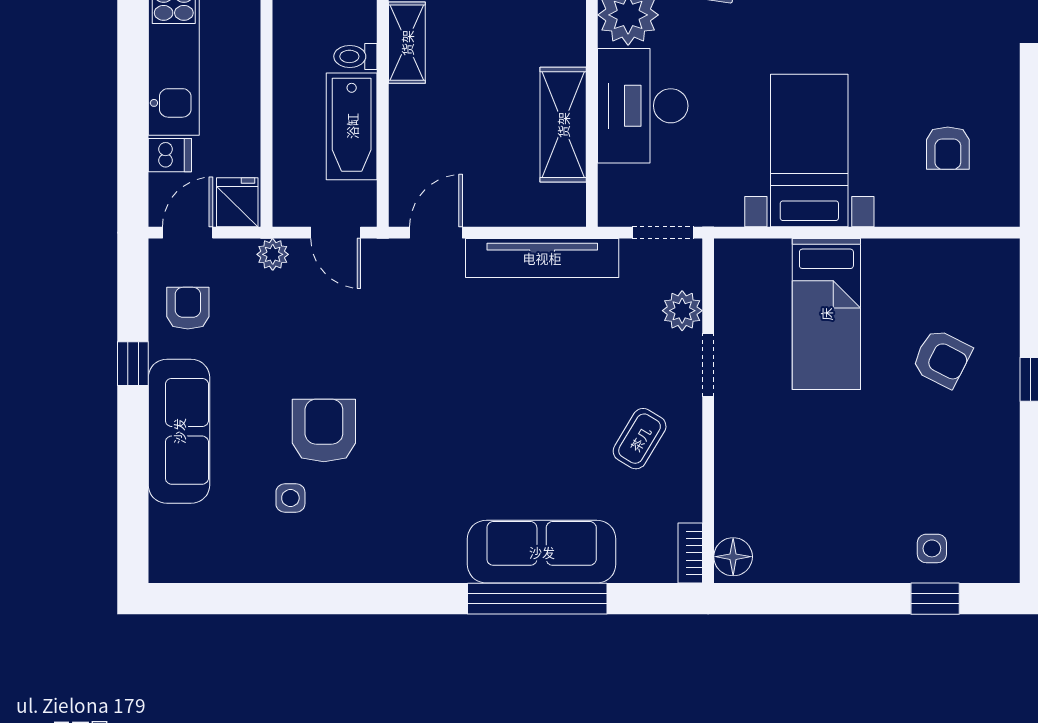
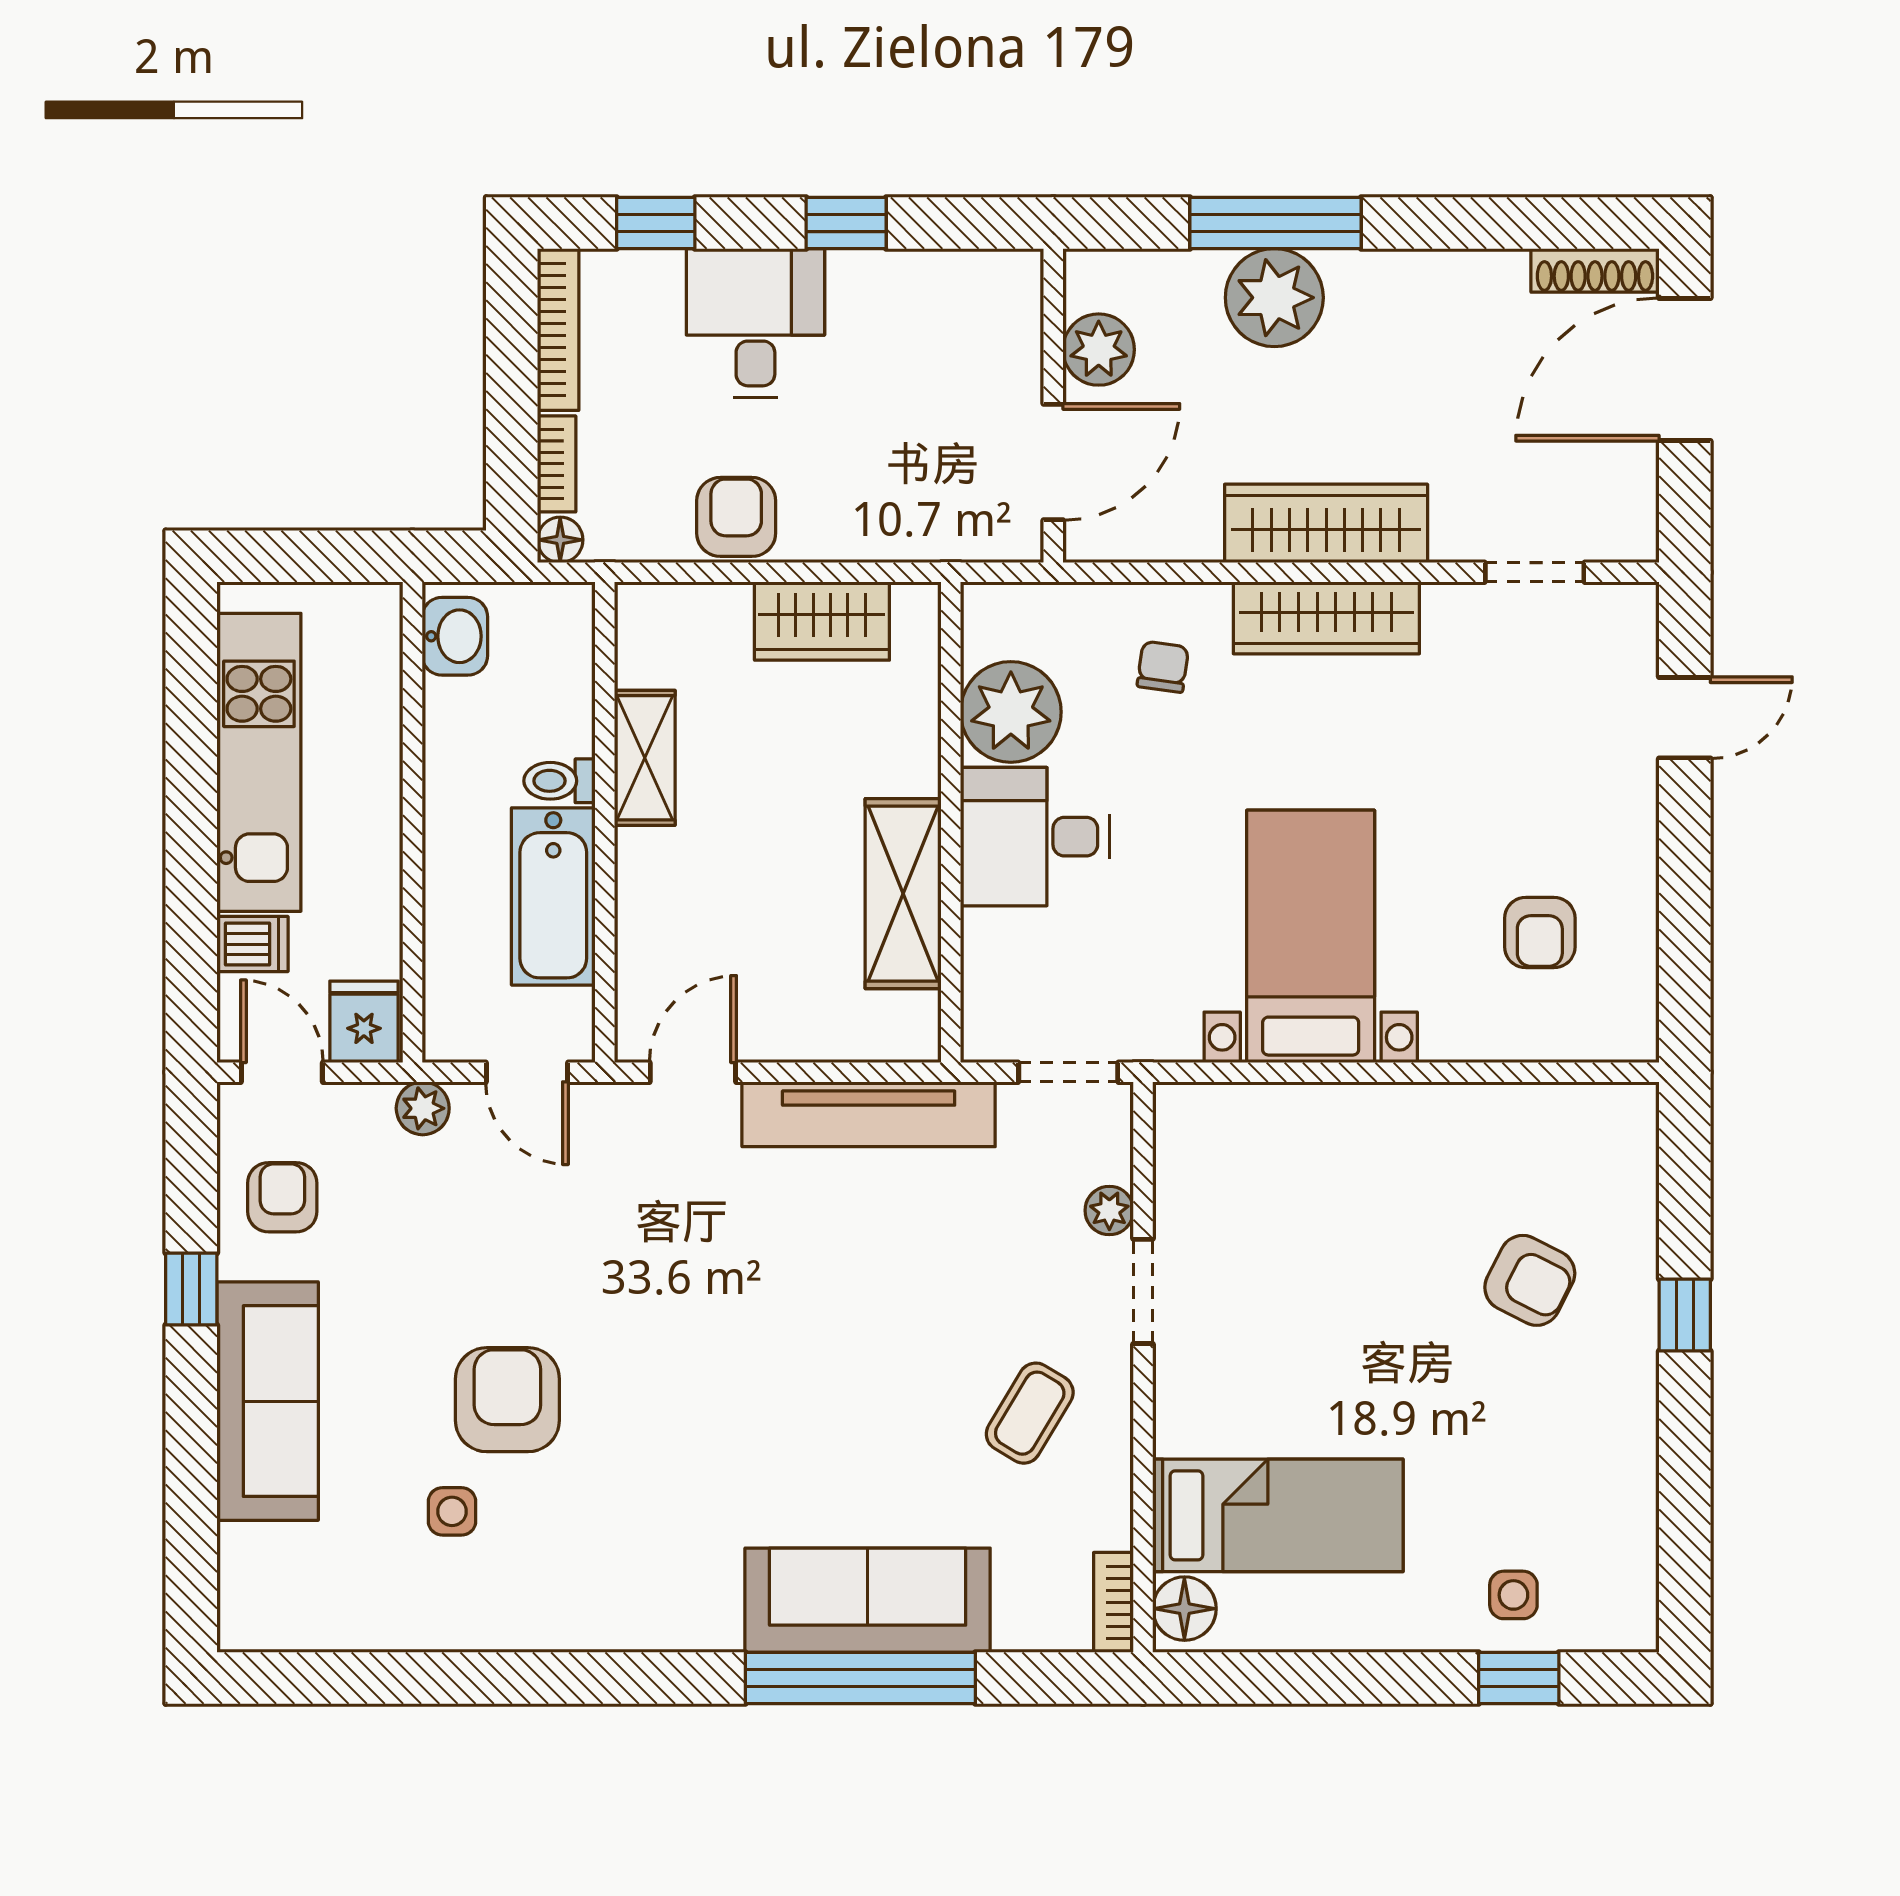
desk: (643, 106) -> (1035, 837), width x0.73
door: (188, 233) -> (282, 1072), hinge flipped
plant: (682, 311) -> (1109, 1210), width x0.73, depth x0.73
bed: (826, 314) -> (1278, 1515), moved, turned -90

